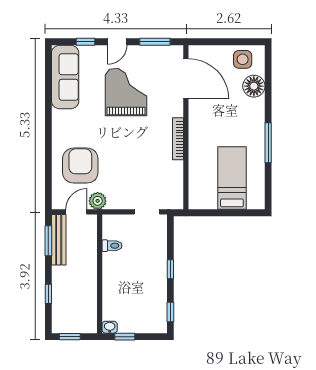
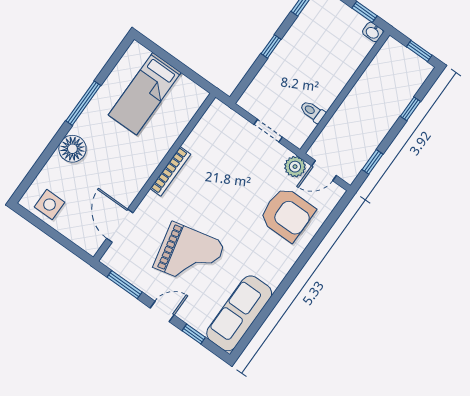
door: (186, 79) -> (120, 226), width x0.73
floor lamp: (254, 86) -> (72, 149), moved
grand piano: (126, 92) -> (189, 255), turned -103
armchair: (80, 166) -> (287, 214), turned -90
doorway: (147, 212) -> (268, 131), moved
bench: (59, 240) -> (362, 155), removed
window: (48, 241) -> (373, 162), width x0.67

